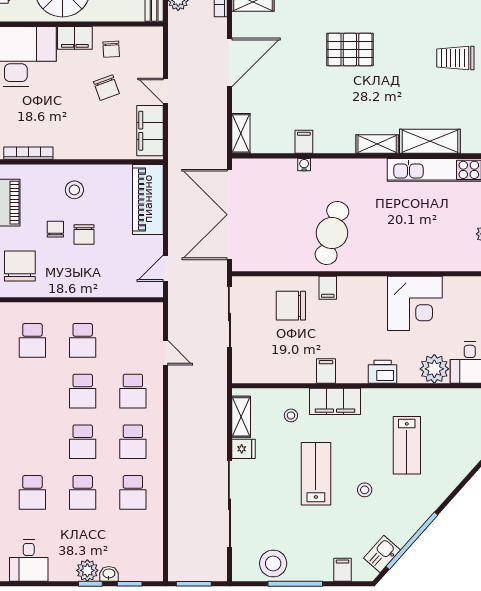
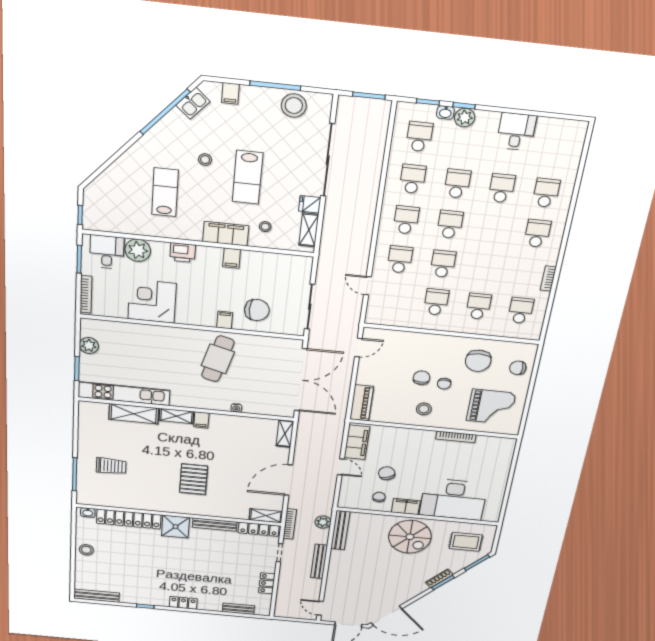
pallet: (350, 50) -> (194, 479), turned 90
filing cabinet: (304, 142) -> (201, 420), moved
piano: (148, 199) -> (362, 403), width x0.73, depth x0.75
school desk: (133, 543) -> (419, 137), added

